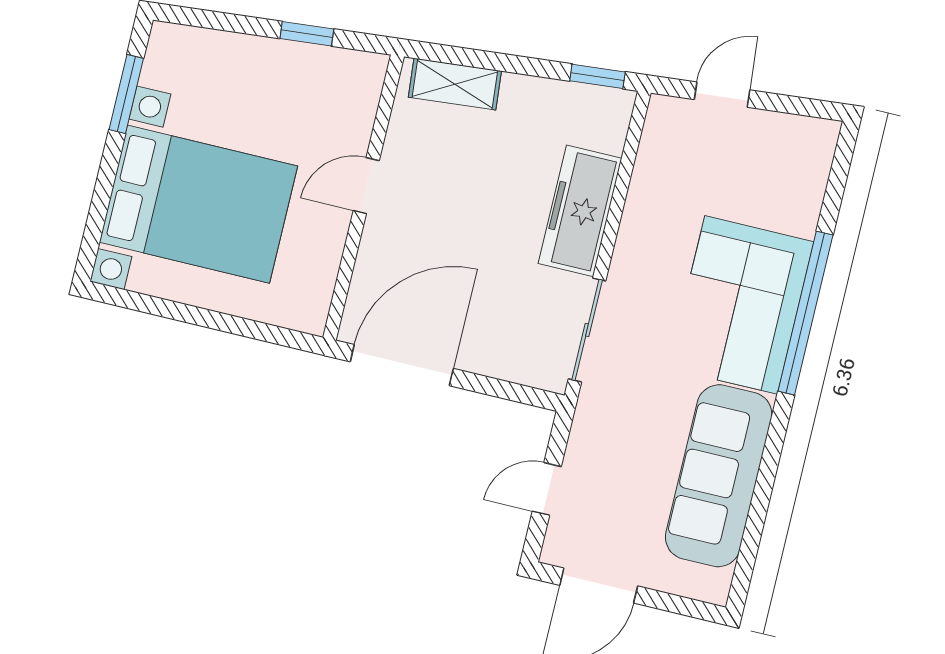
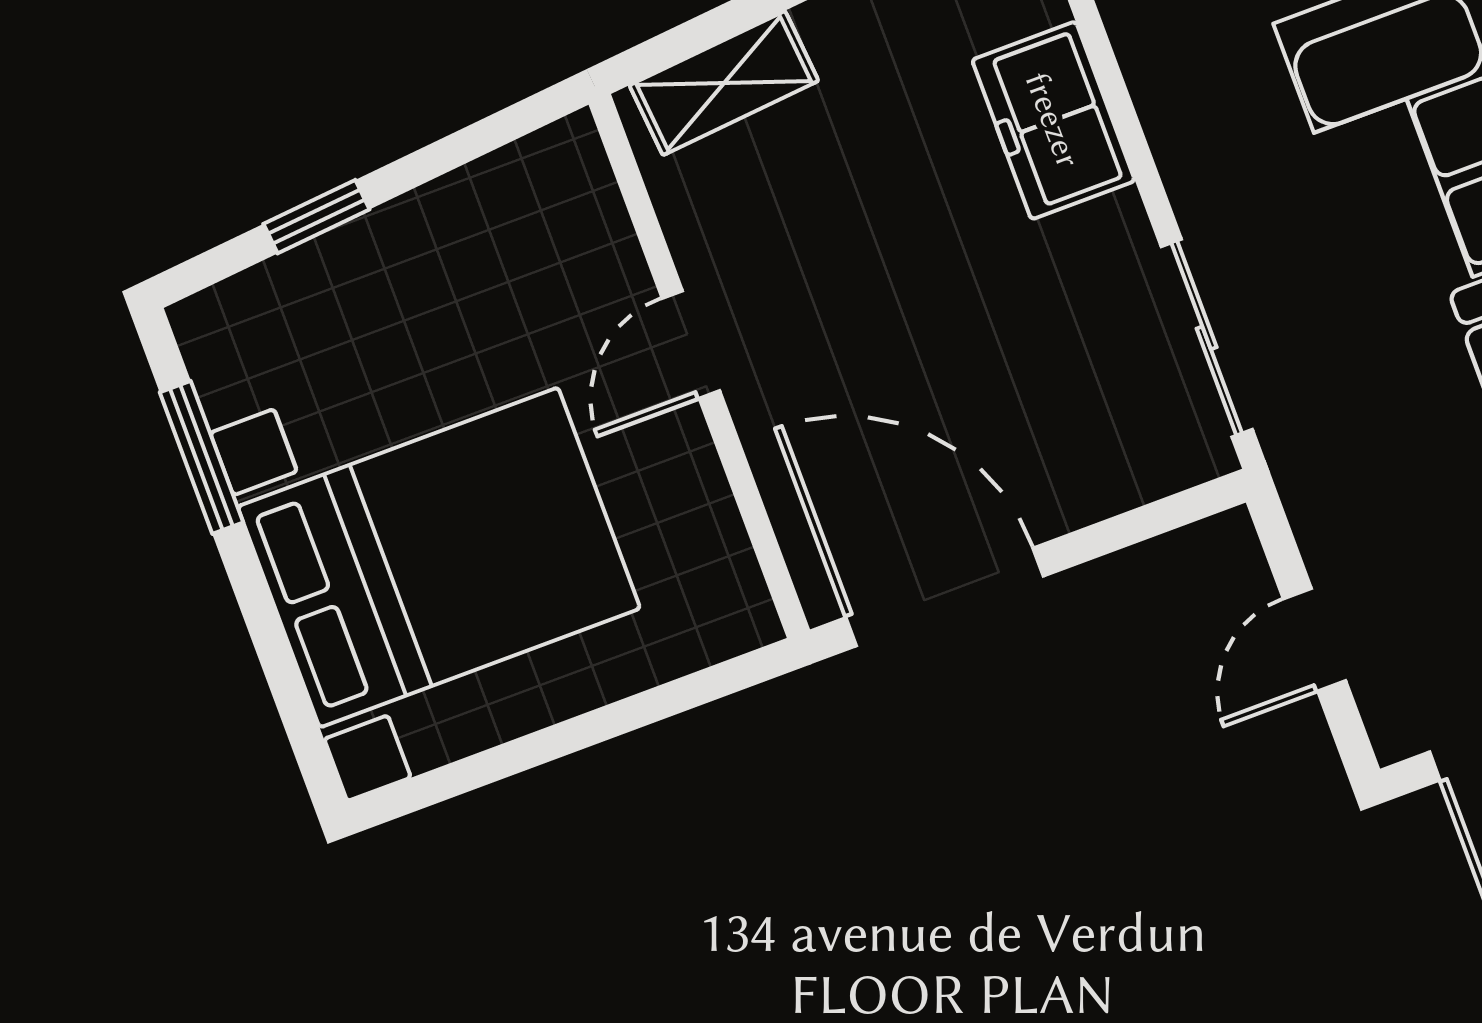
window: (307, 34) -> (316, 217), moved
freezer: (580, 211) -> (1053, 120), width x0.71
door: (402, 365) -> (944, 597), hinge flipped

